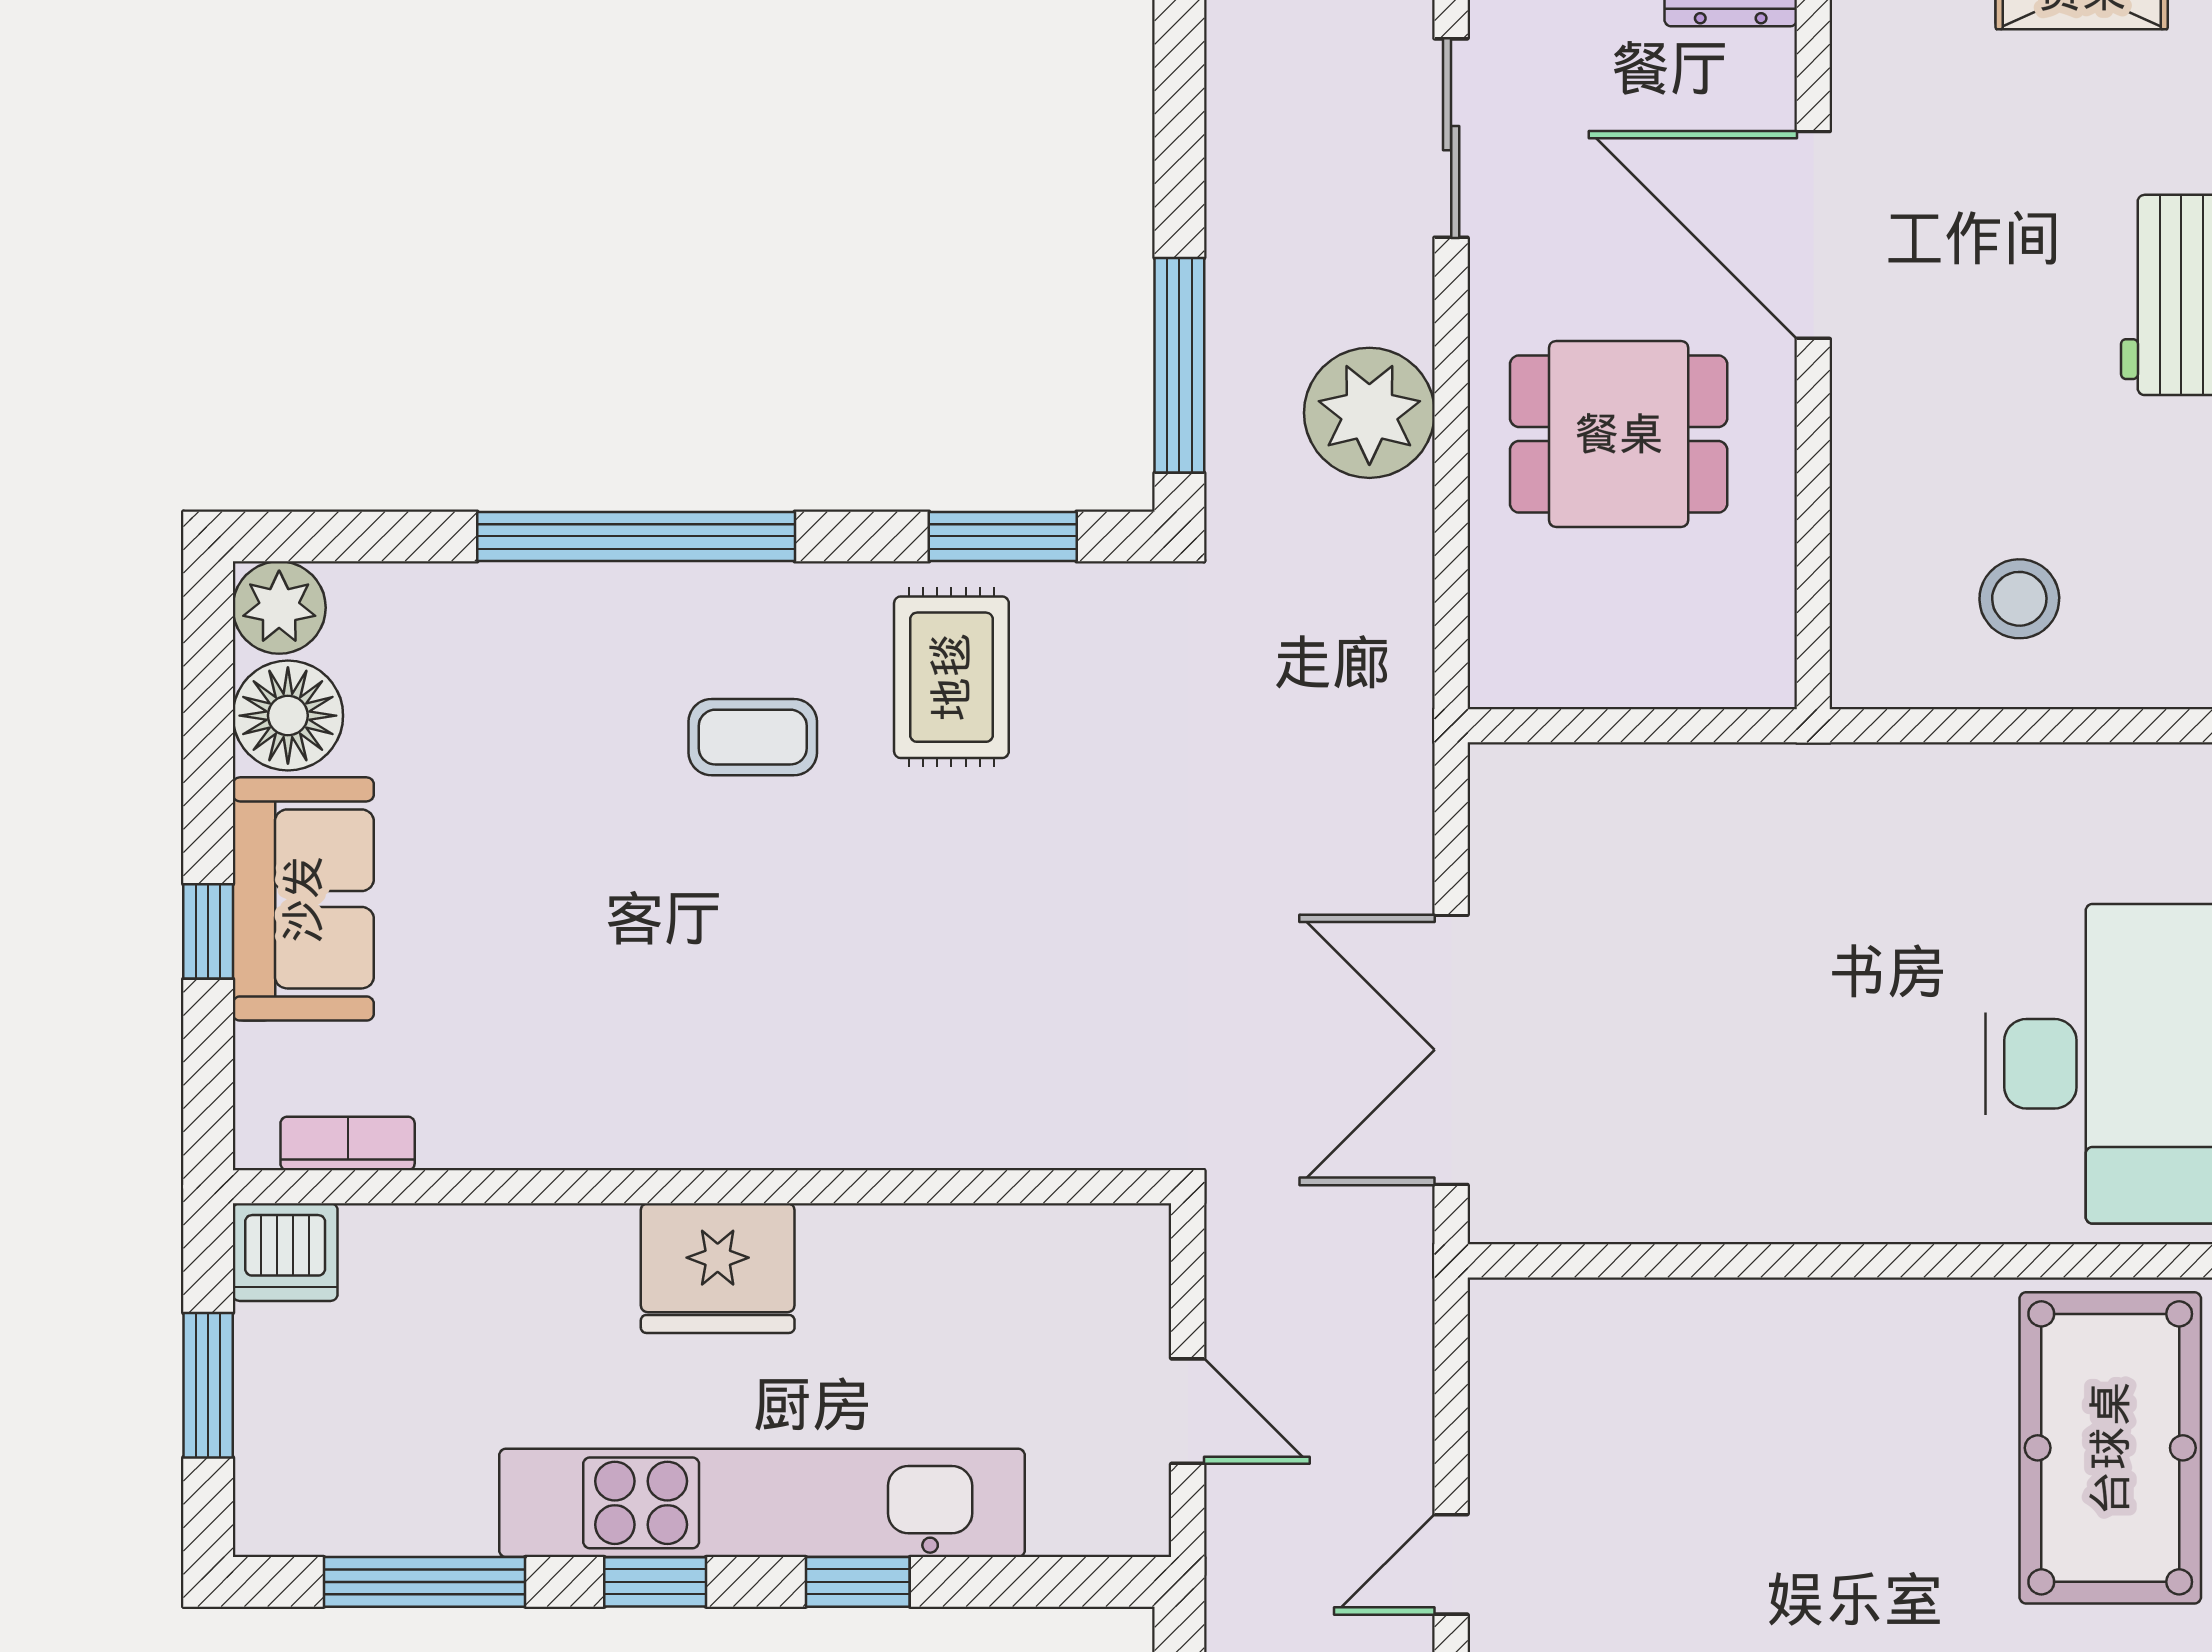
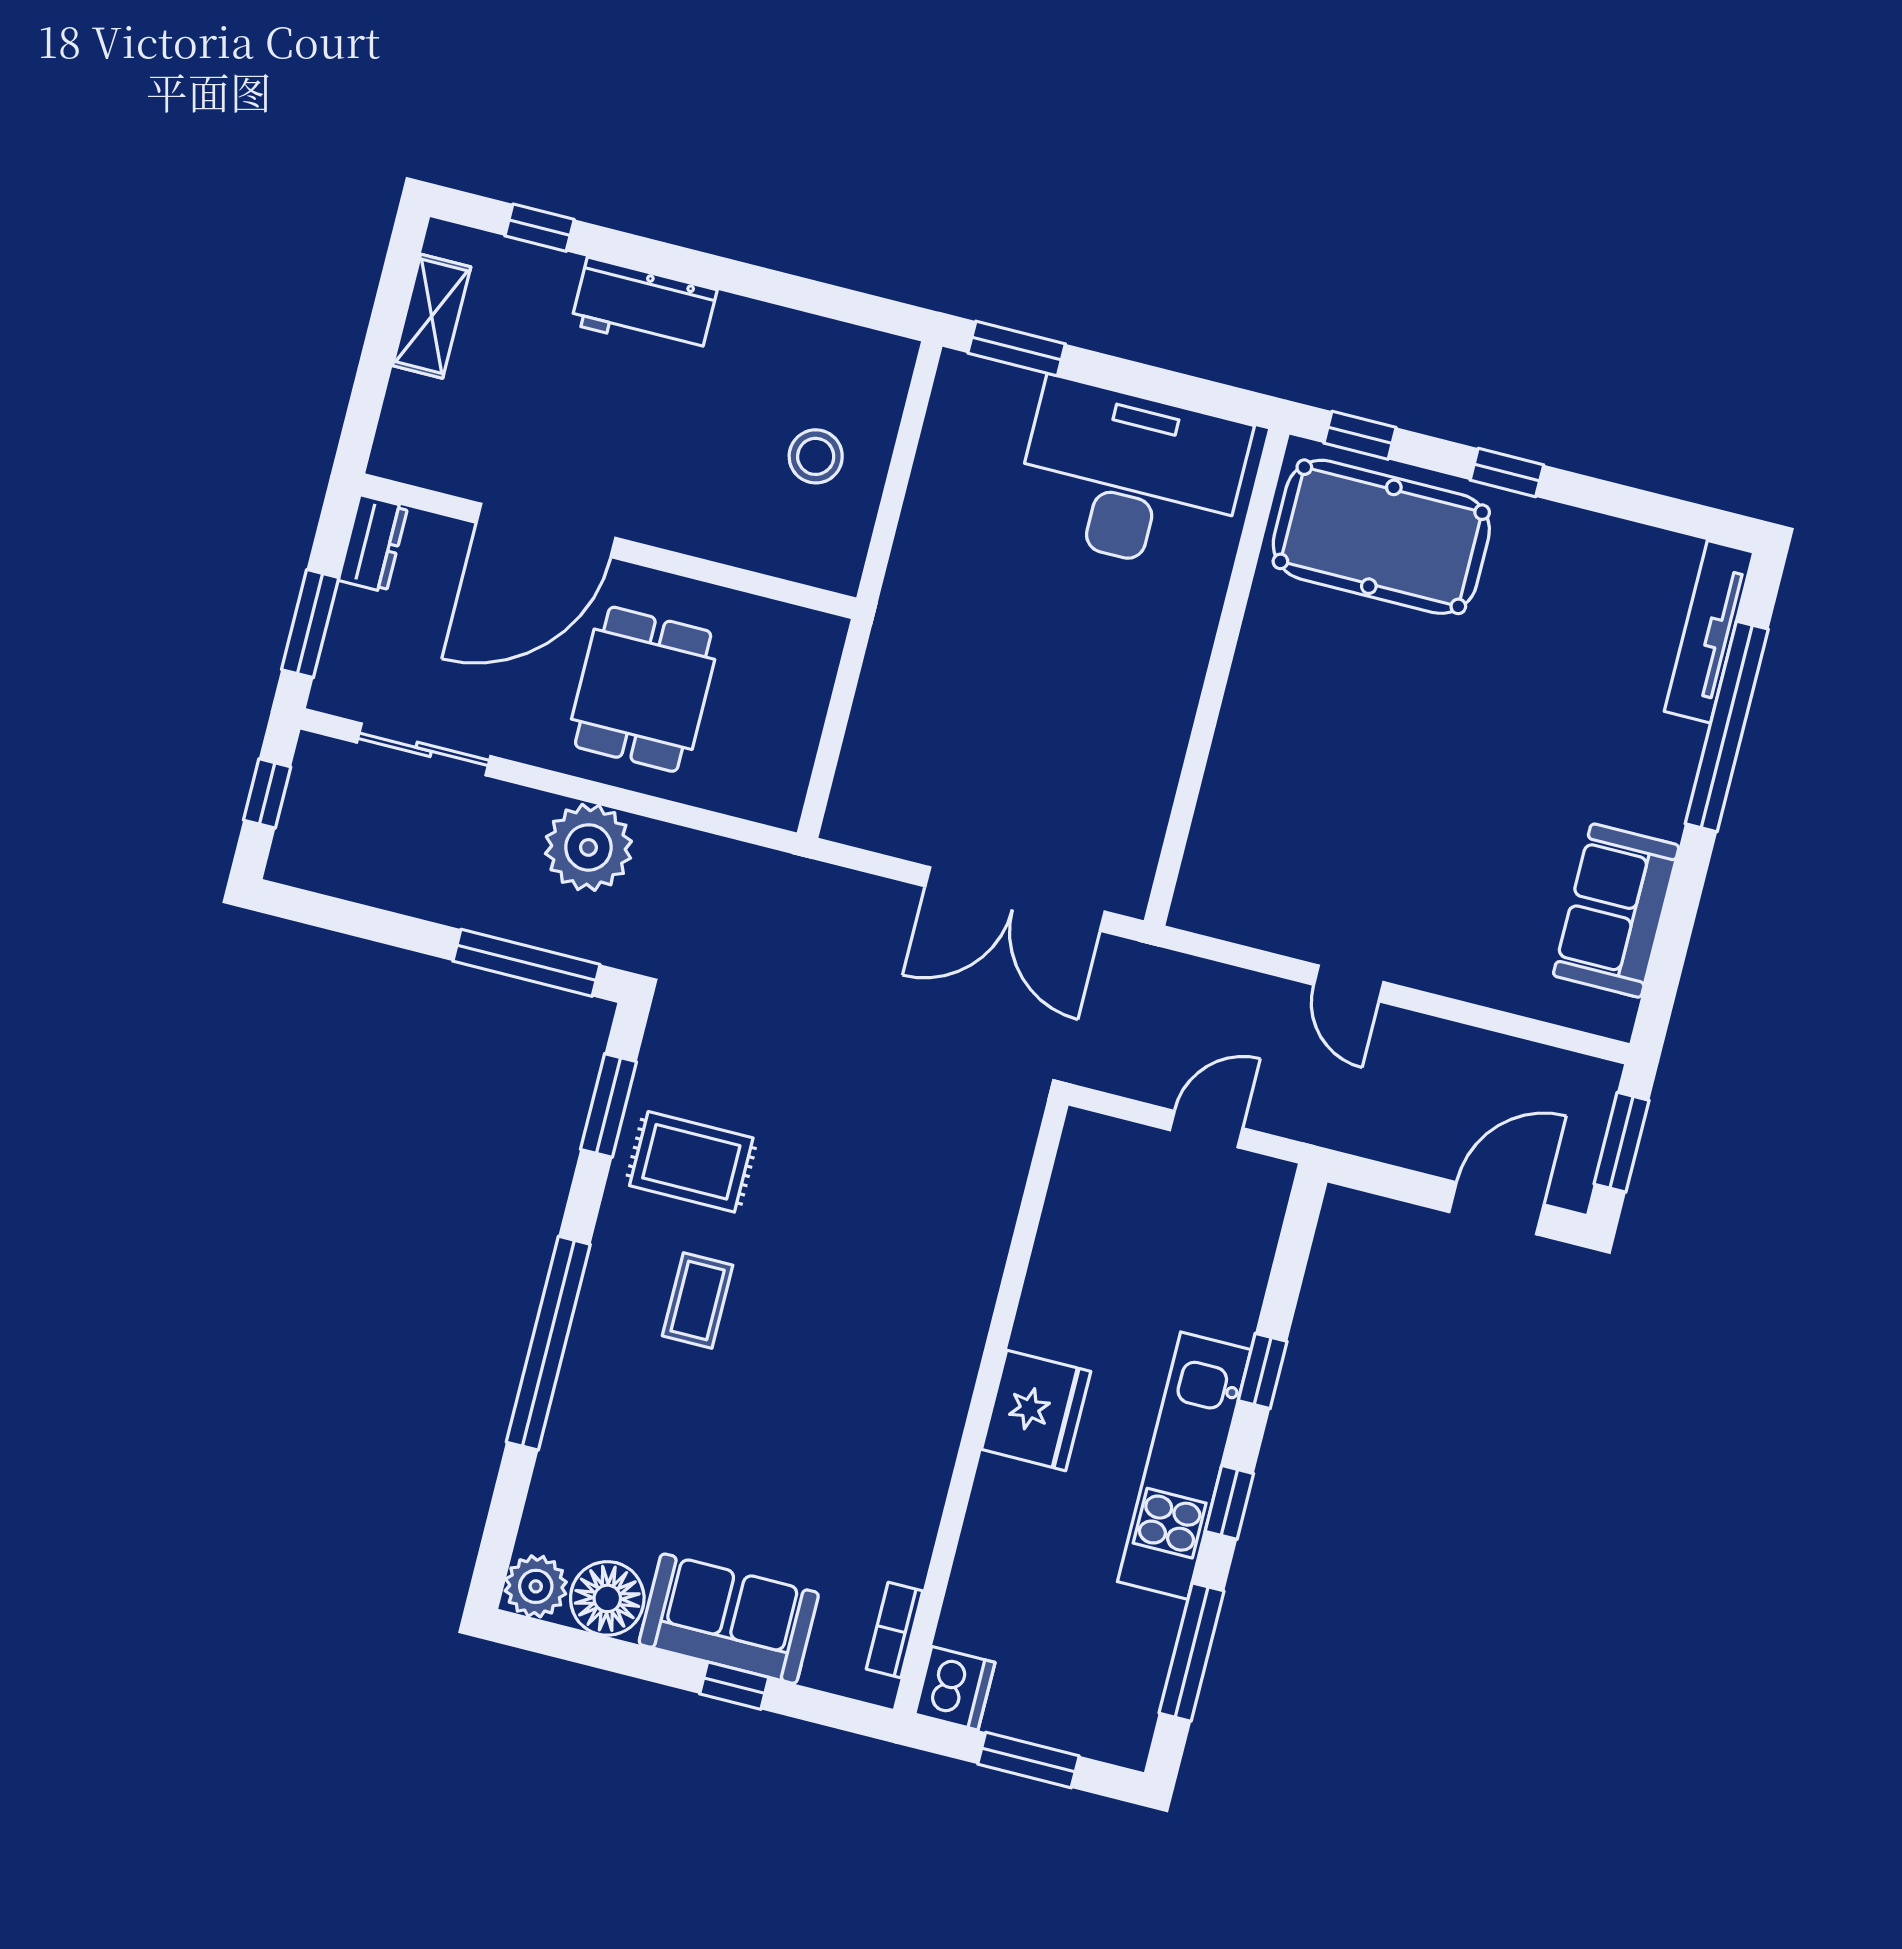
kitchen unit: (762, 1503) -> (1184, 1466), width x0.73

